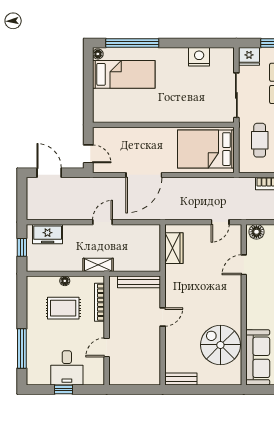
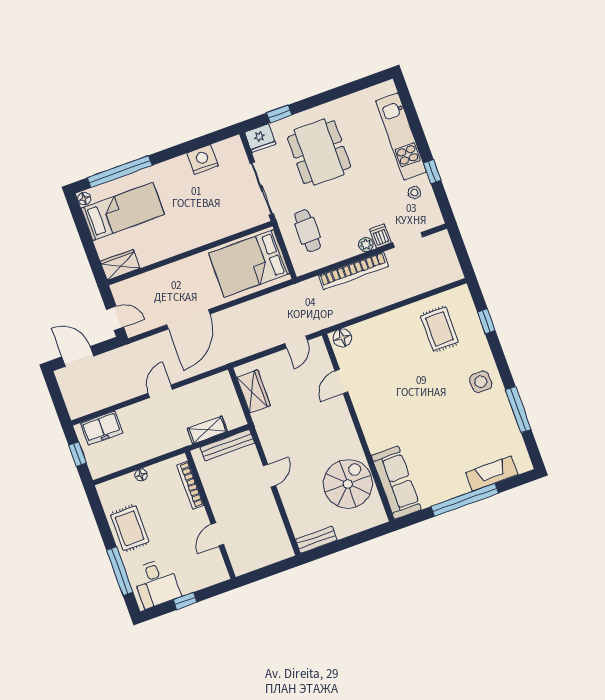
wardrobe: (107, 114) -> (120, 265), added
shelving: (98, 265) -> (207, 430), moved
rug: (63, 308) -> (130, 528), moved, turned 90
spiral stairs: (220, 345) -> (348, 484), turned 90
desk: (67, 368) -> (156, 583), moved

